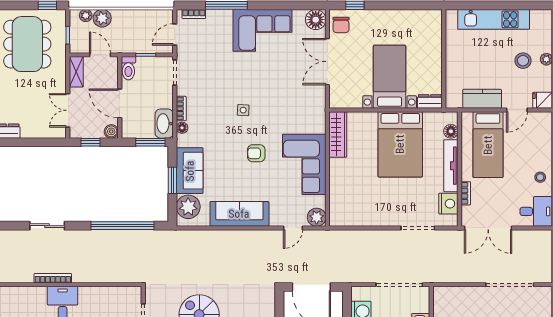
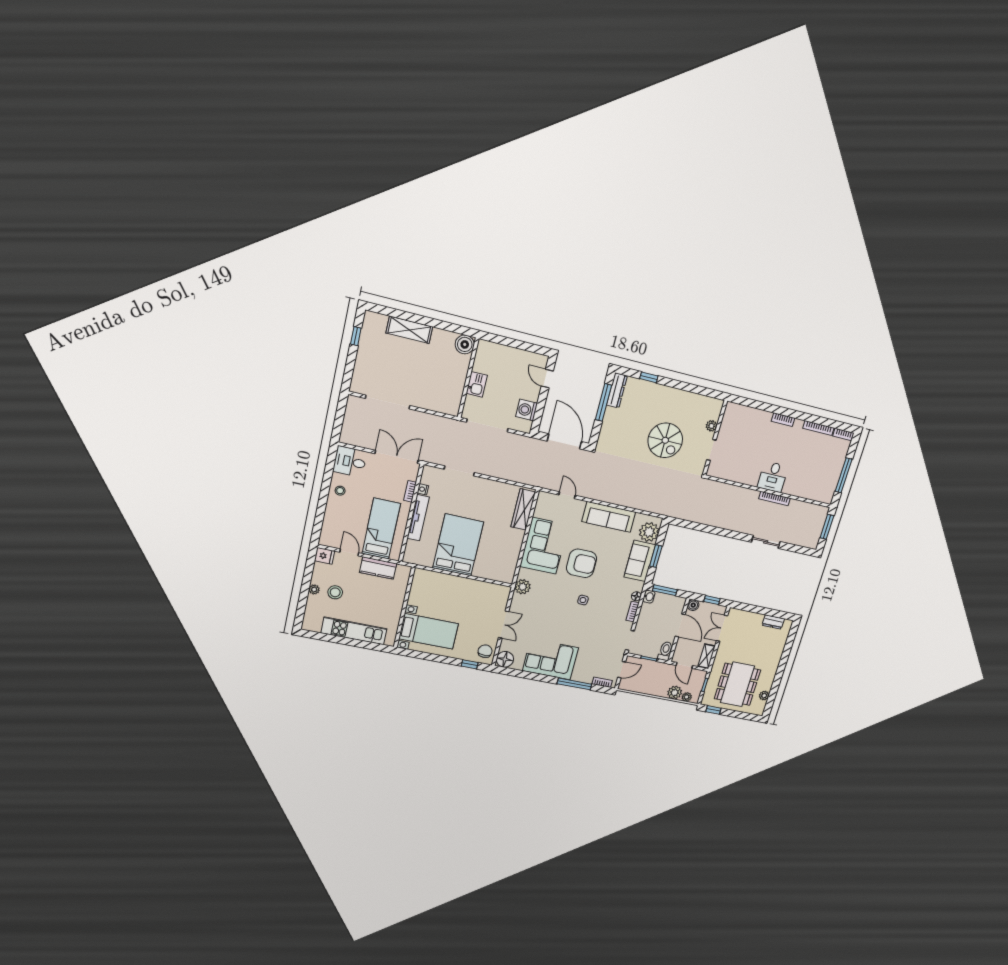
double door: (327, 62) -> (504, 625), width x0.73
bed with nightstands: (390, 77) -> (429, 631), moved, turned -90
dresser: (430, 101) -> (424, 575), removed
double door: (68, 110) -> (722, 628), swing flipped
door: (517, 110) -> (349, 552), hinge flipped
washbasin: (164, 124) -> (649, 597), width x0.52, depth x0.69
floor lamp: (451, 131) -> (412, 547), removed
wardrobe: (338, 134) -> (523, 509), moved
armchair: (256, 153) -> (582, 563), width x1.88, depth x1.88
nightstand: (448, 204) -> (423, 489), width x0.53, depth x0.56
plant: (317, 217) -> (523, 587), moved
window: (122, 226) -> (706, 529), removed
door: (293, 228) -> (567, 495), hinge flipped

